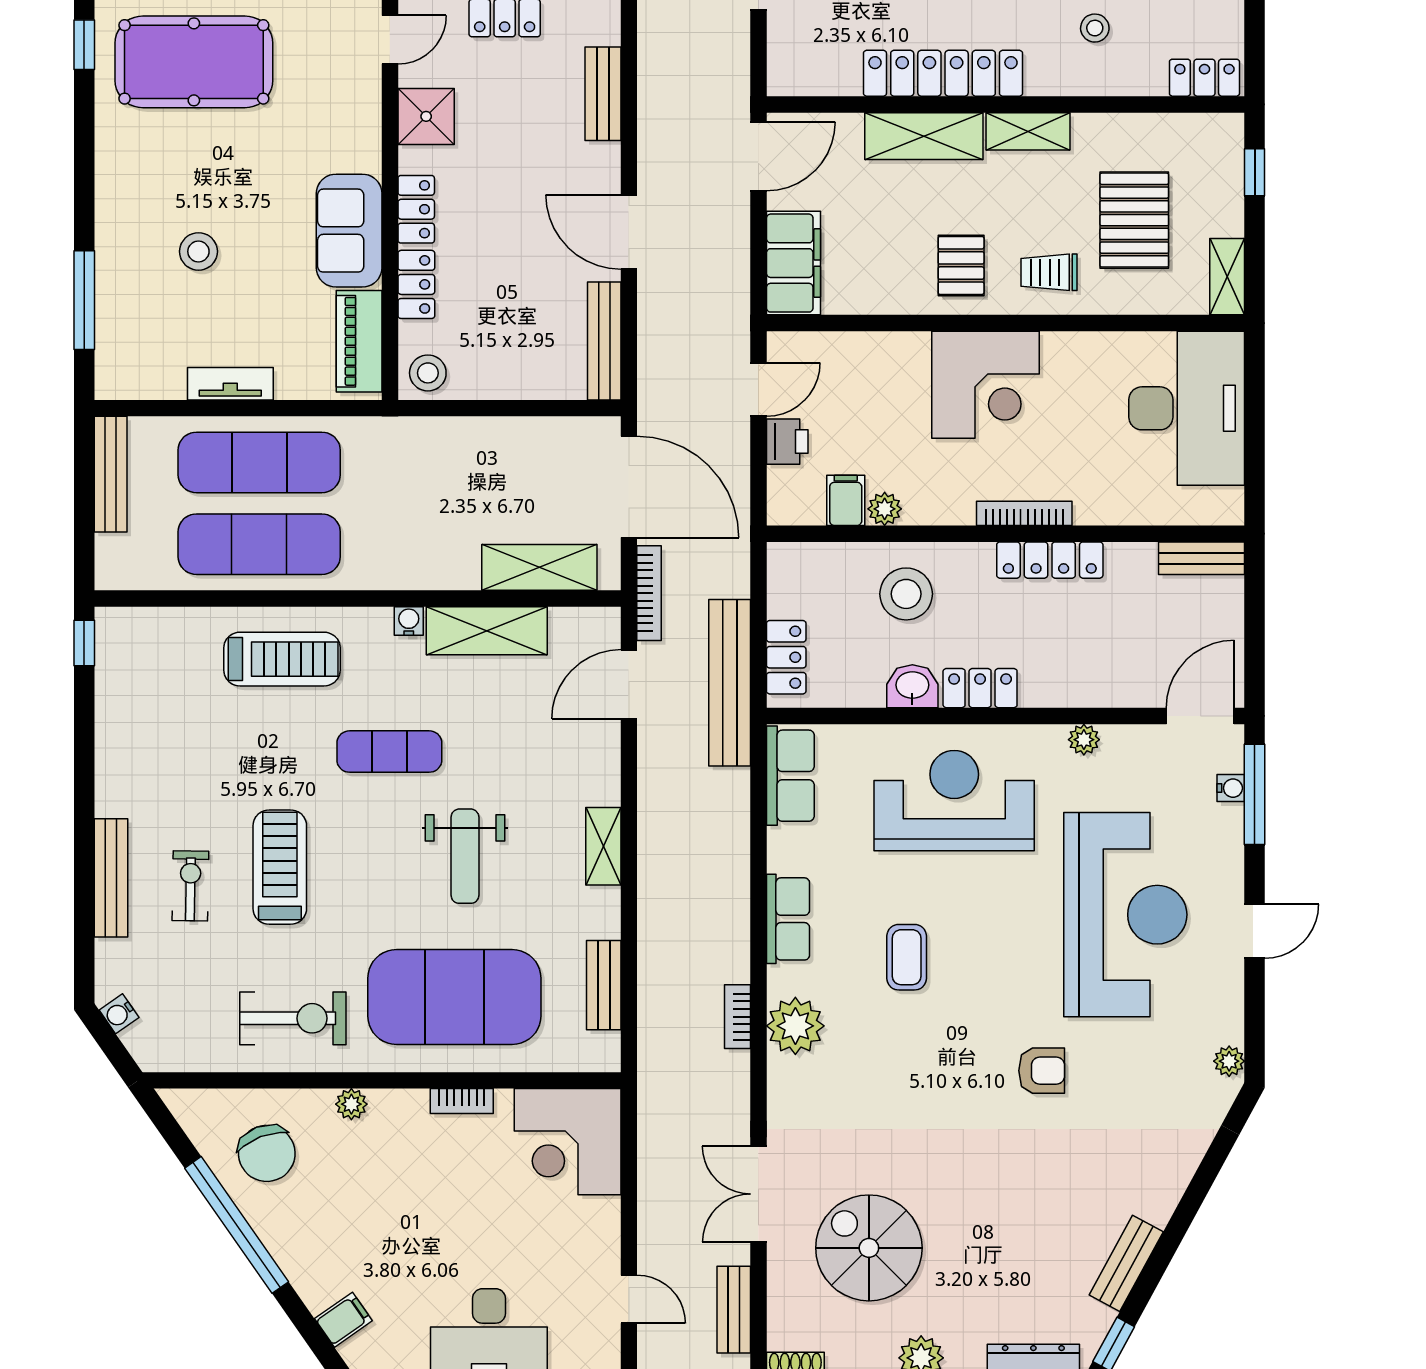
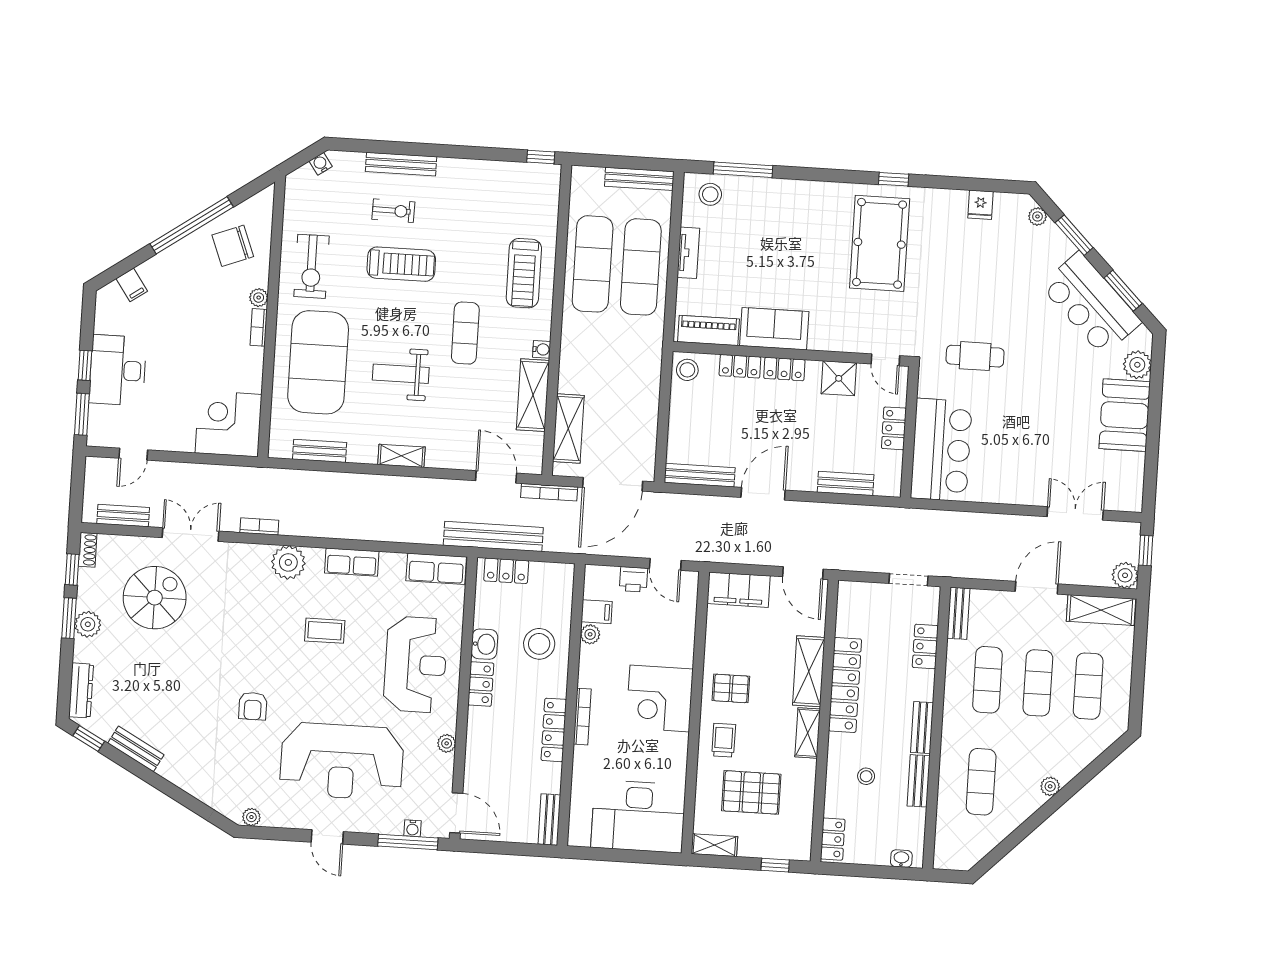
stool: (198, 251) -> (710, 194), moved
bookcase: (738, 1017) -> (259, 526), moved
bookcase: (462, 1101) -> (259, 327), moved

